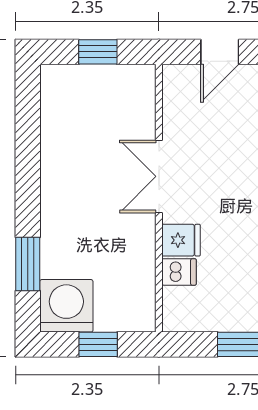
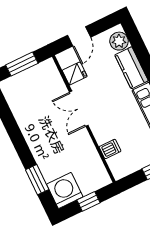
window: (98, 52) -> (22, 64), width x1.50
fridge: (181, 240) -> (75, 73), moved

